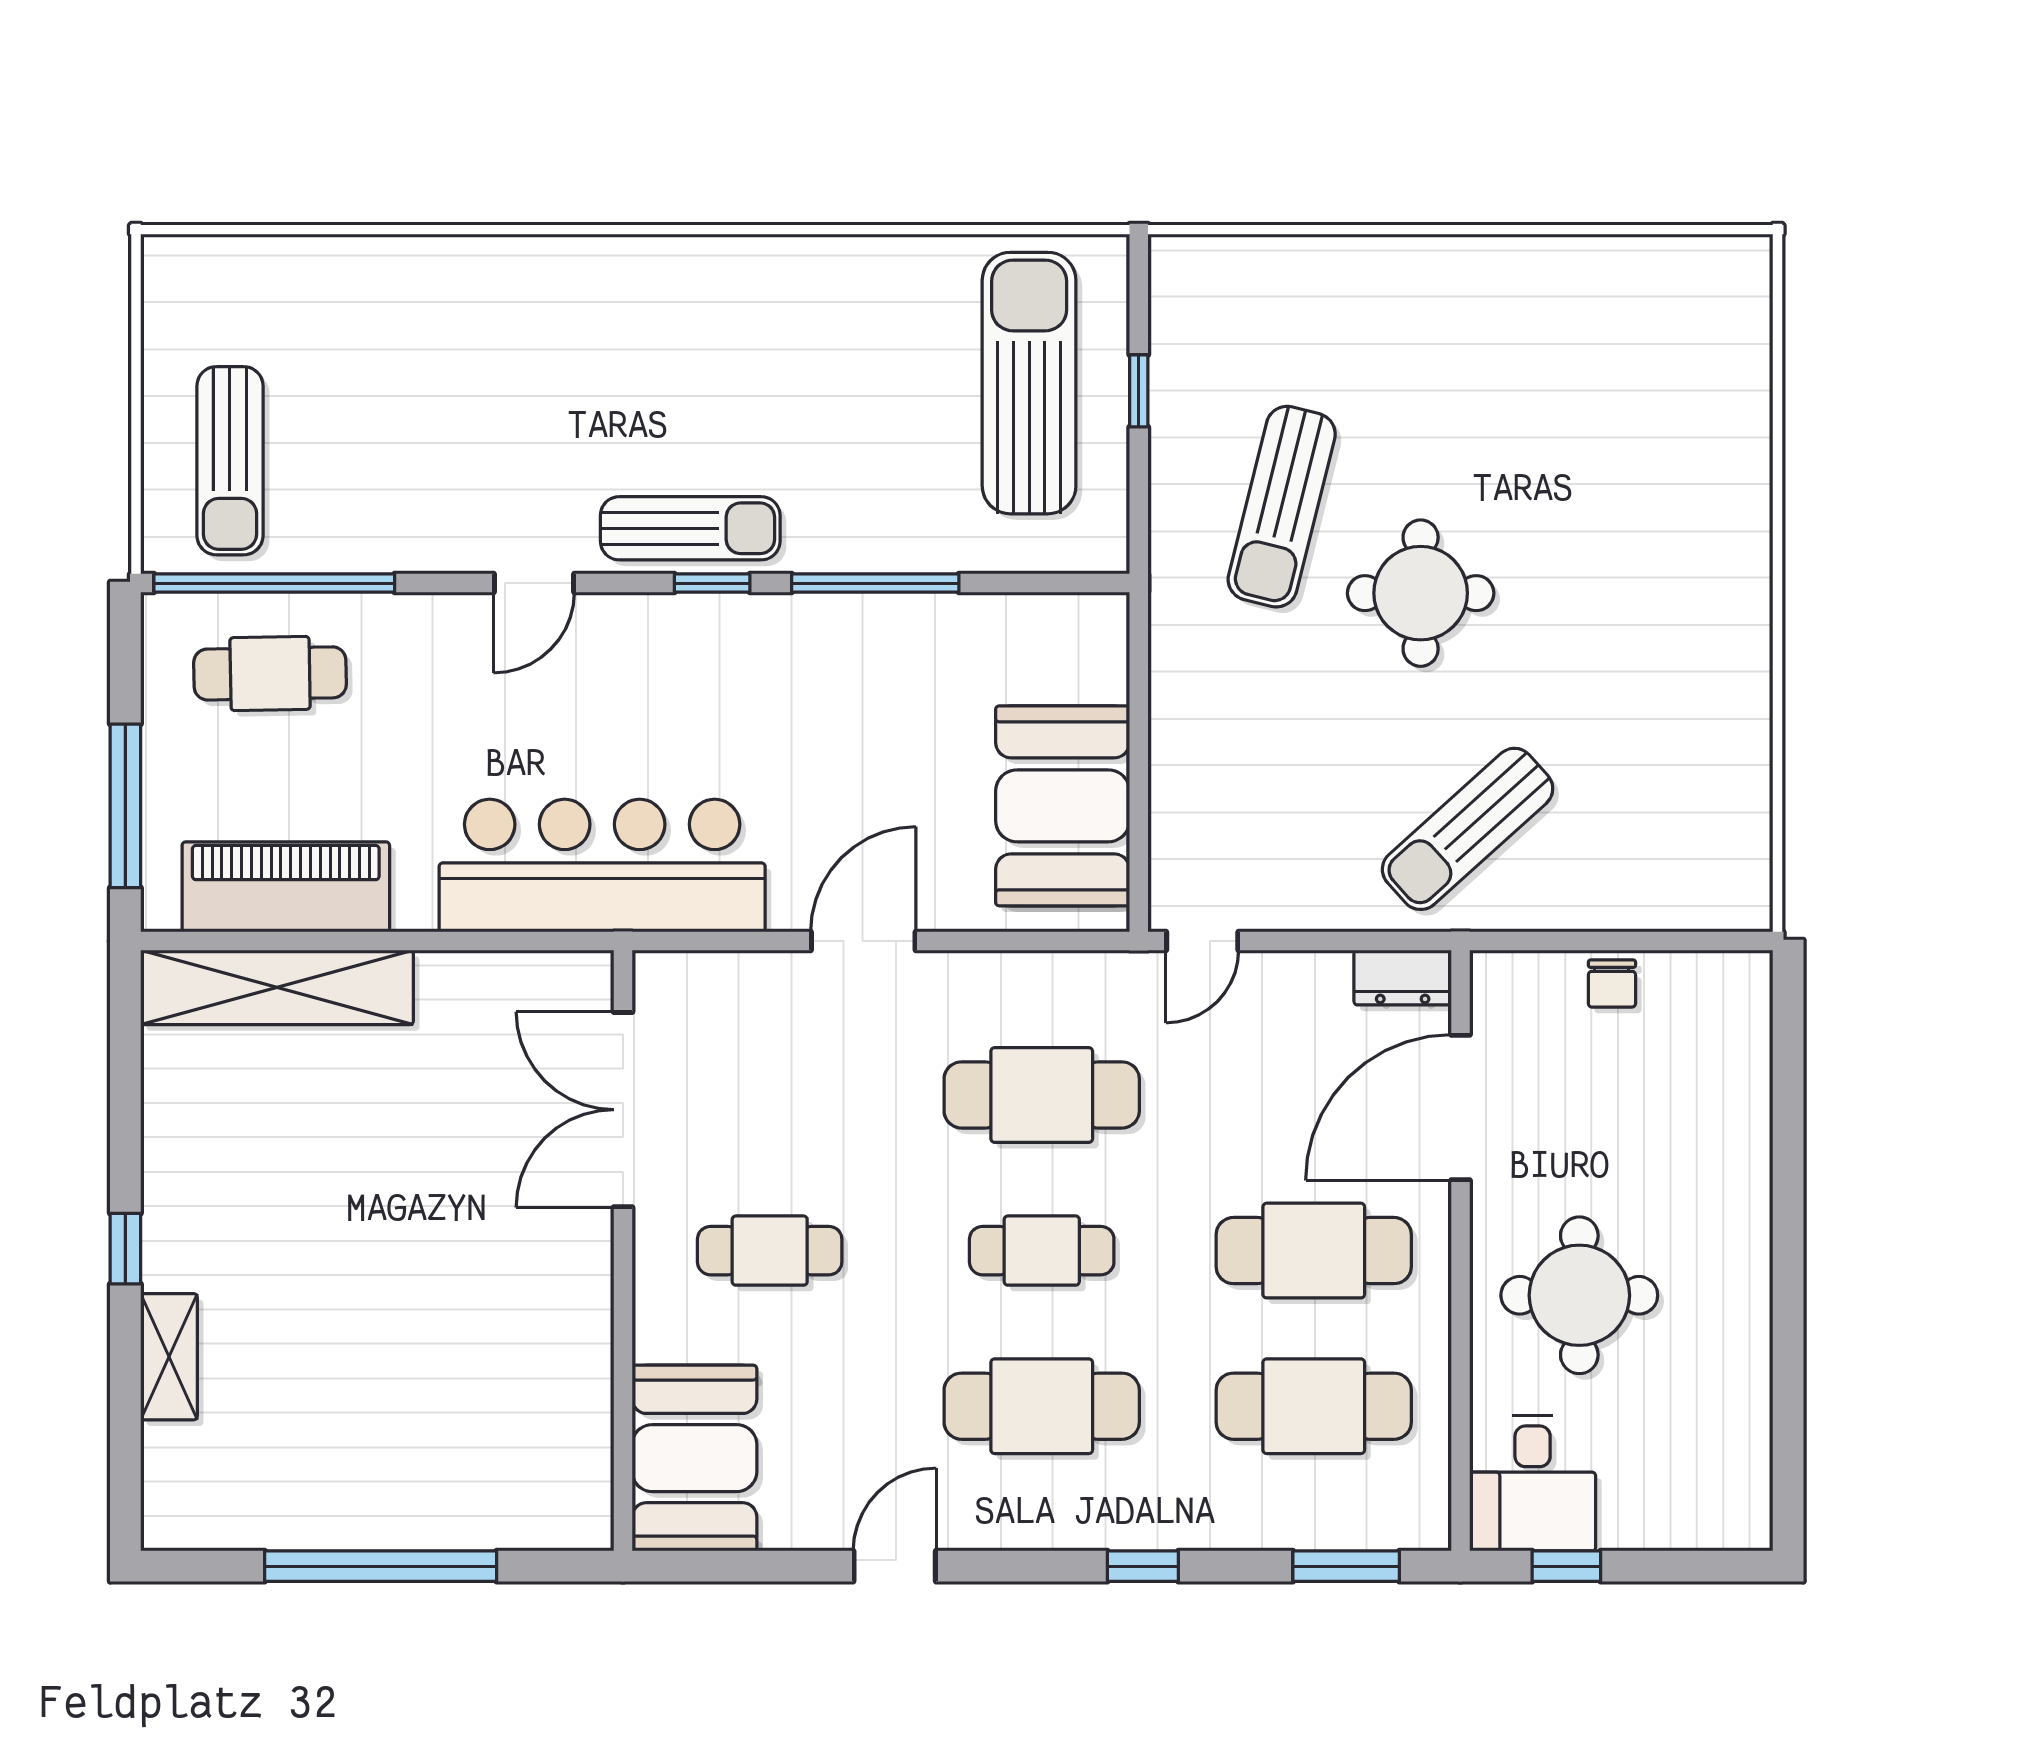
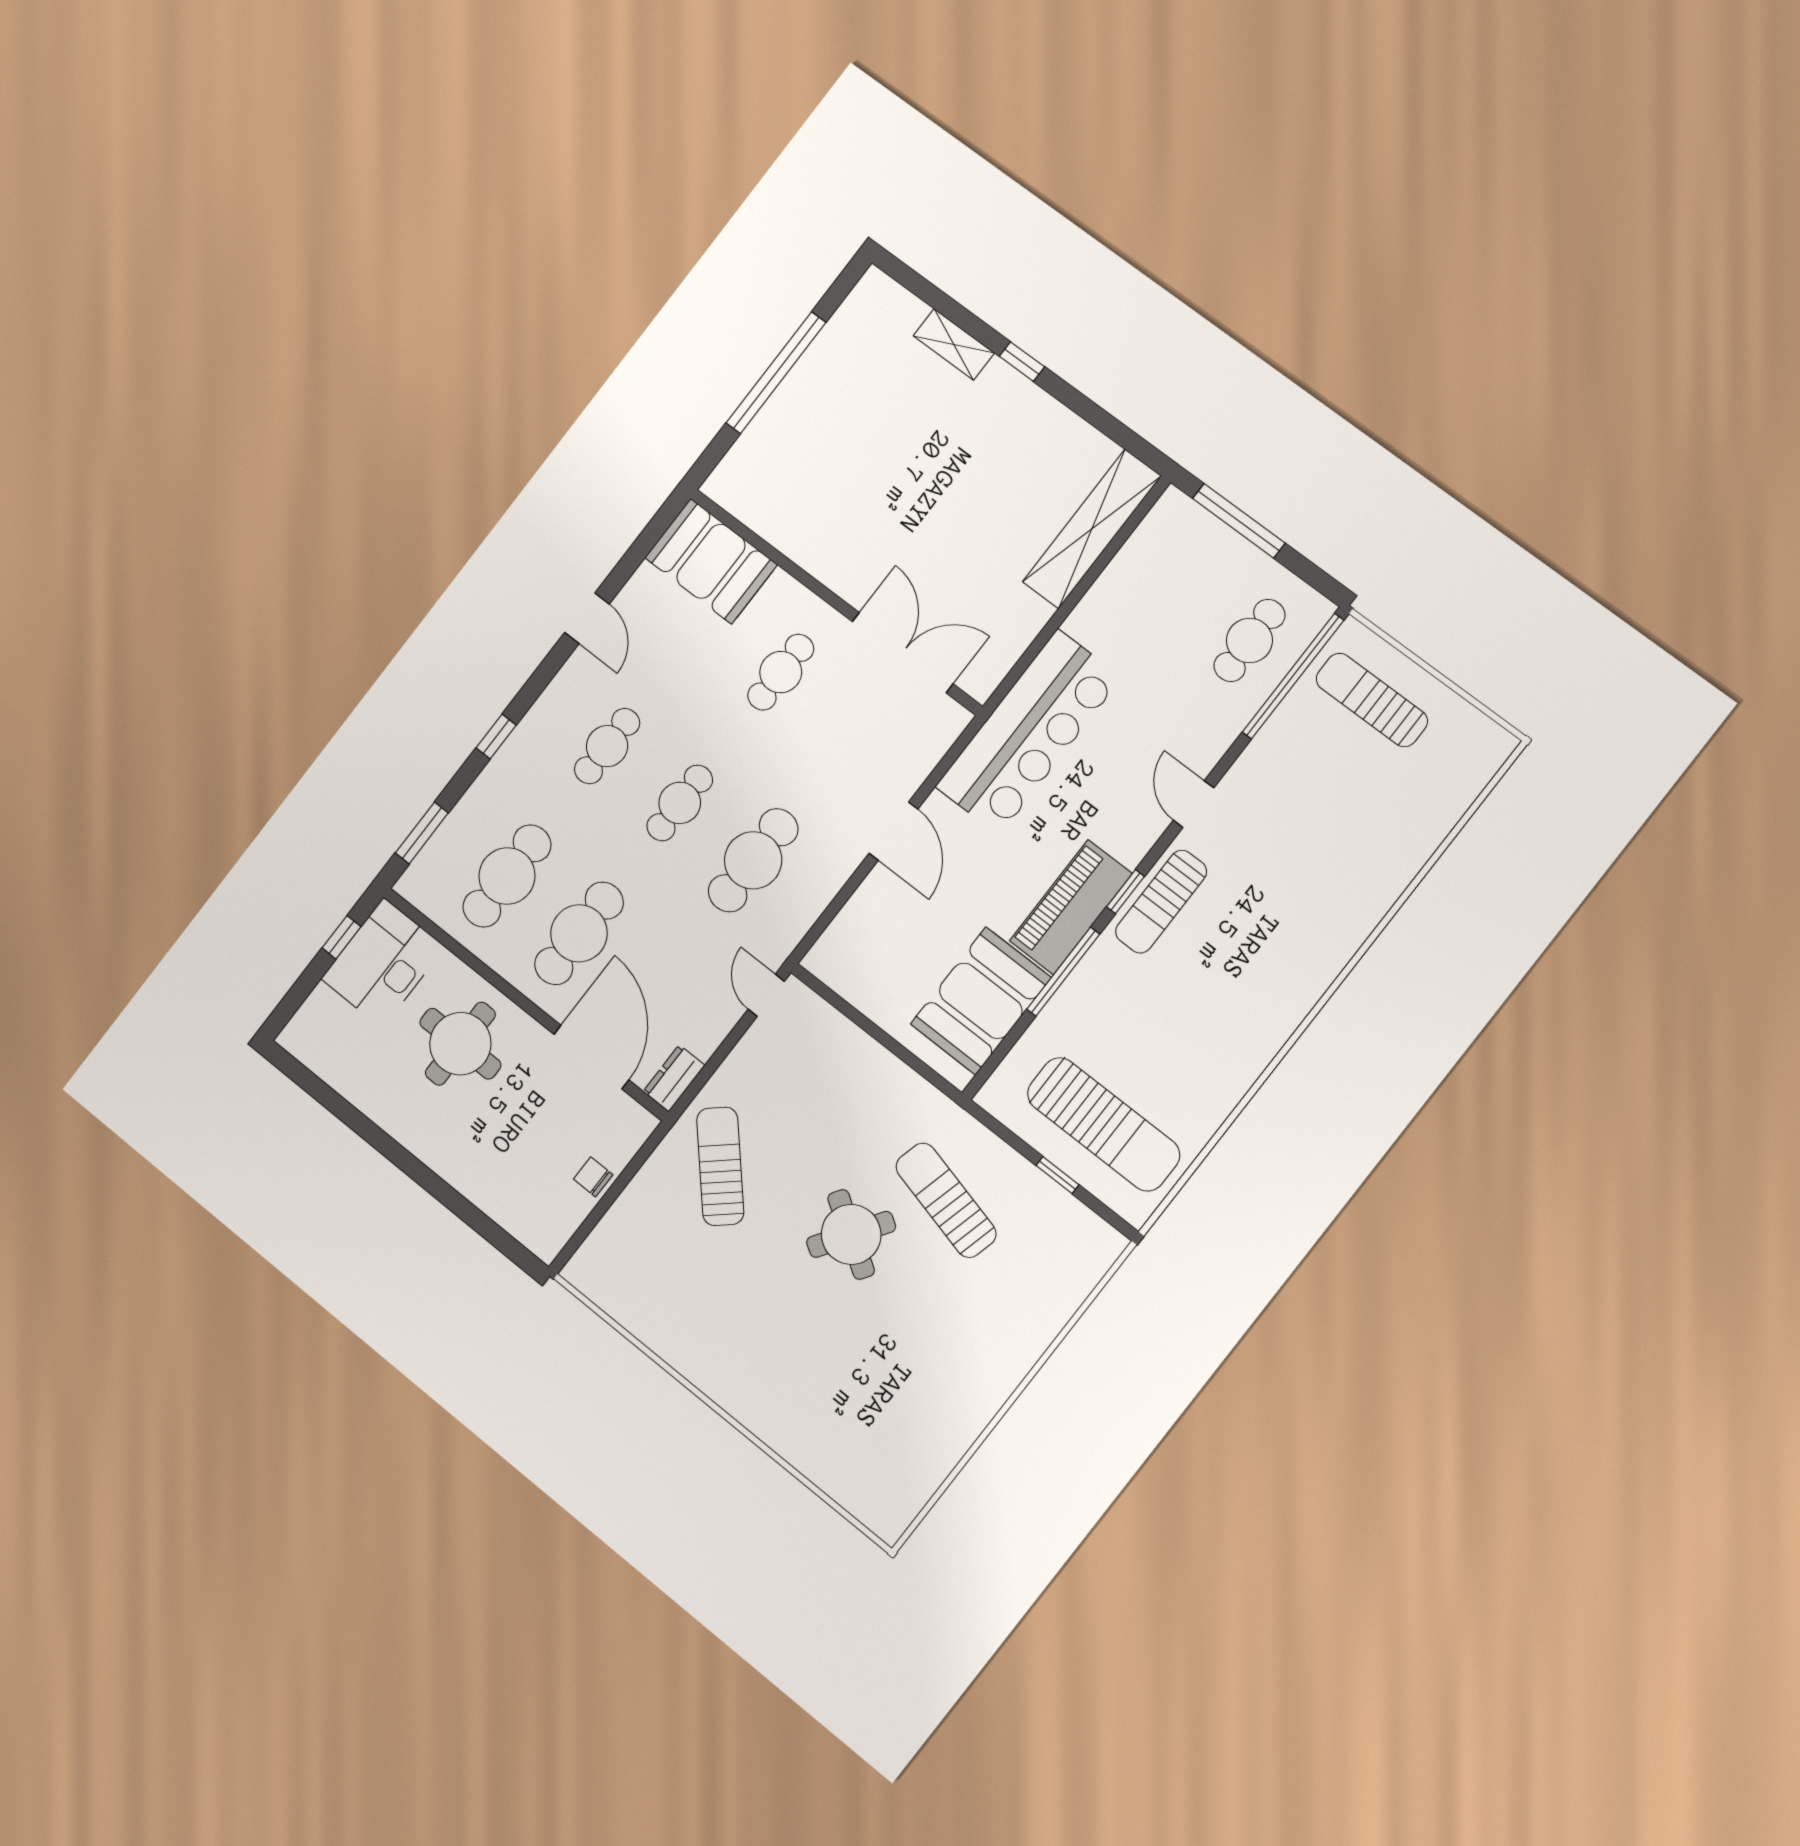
round table: (1421, 593) -> (851, 1234), turned 33
booth: (1063, 806) -> (981, 1001), moved, turned 90
piano: (286, 887) -> (1071, 907), moved, turned 180
cafe table: (1042, 1406) -> (607, 746), width x0.73, depth x0.74
desk: (1533, 1483) -> (383, 963), width x1.37

